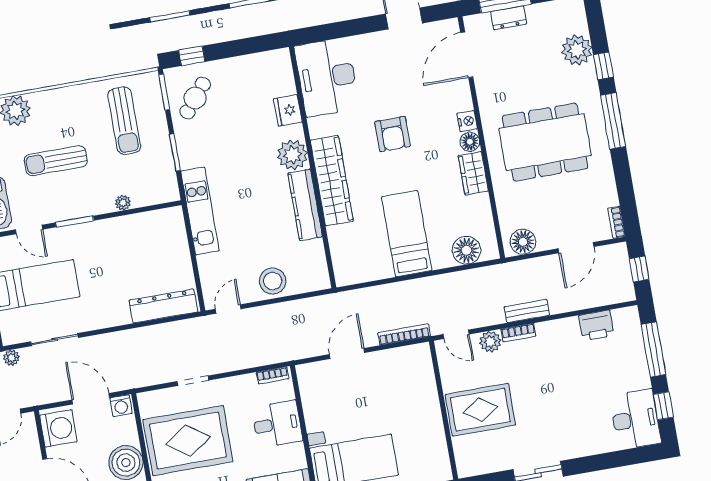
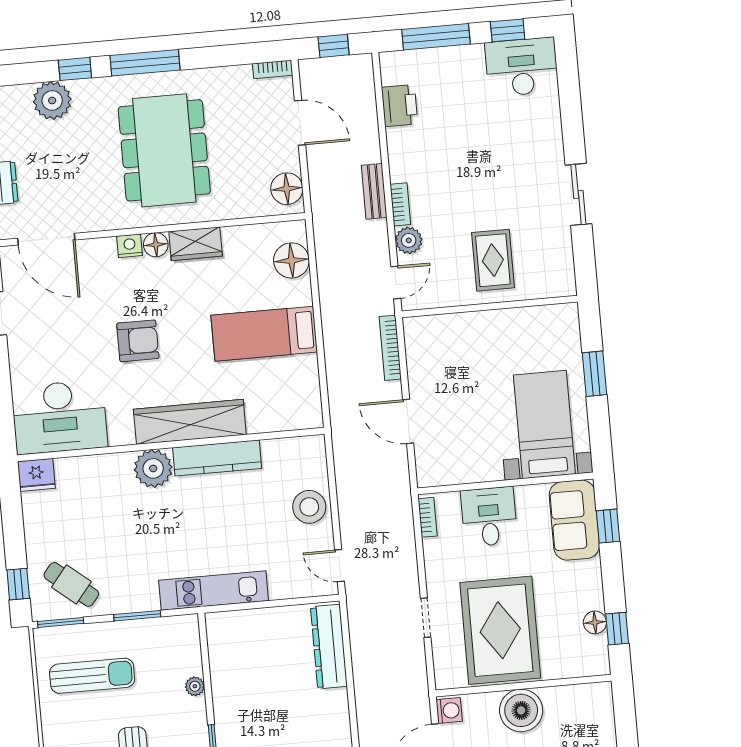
fridge: (288, 110) -> (36, 475), moved
rug: (480, 410) -> (493, 260), width x0.73, depth x0.70

